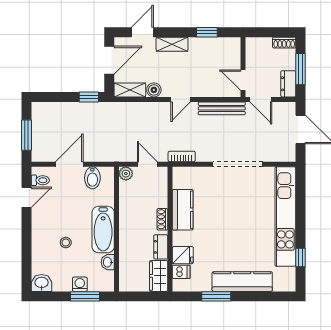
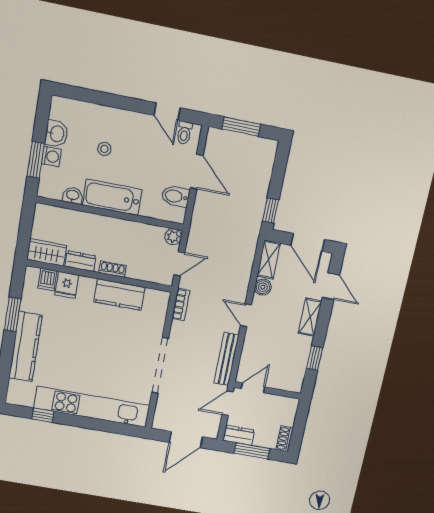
washbasin: (42, 283) -> (56, 134), moved

